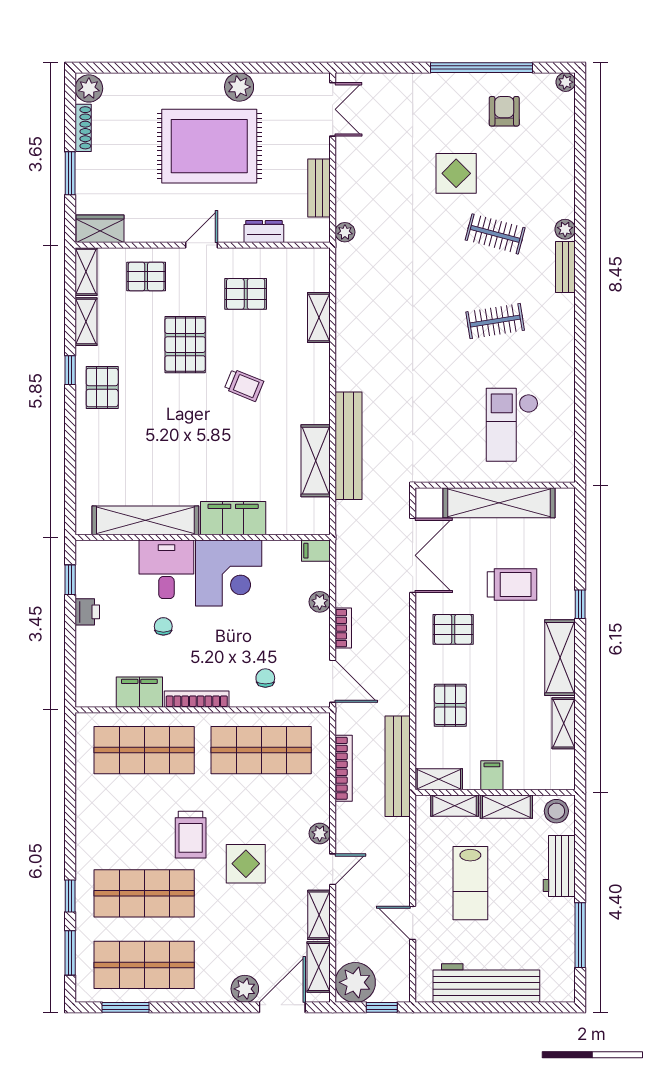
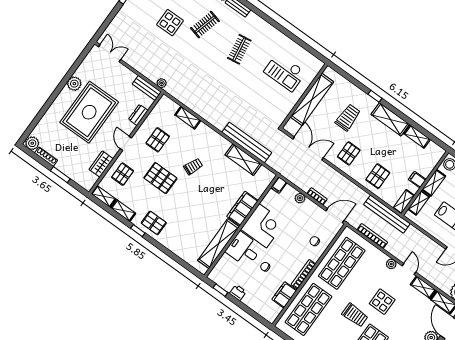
bench: (319, 188) -> (147, 88), moved
wardrobe: (100, 229) -> (101, 164), moved
pallet: (450, 705) -> (378, 176), turned 90

